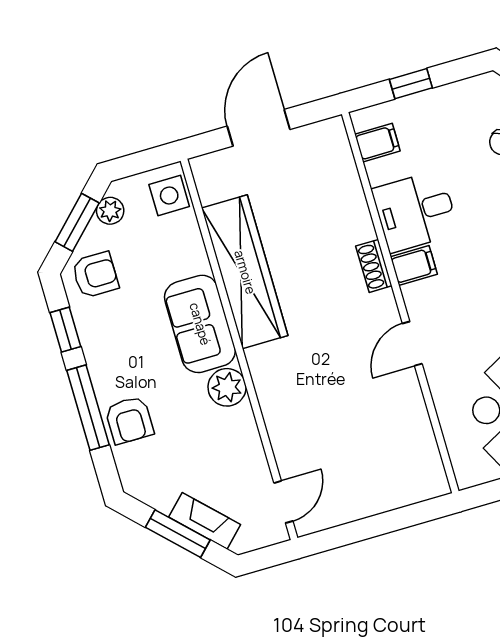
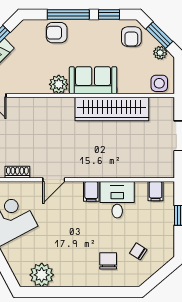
shoe rack: (374, 266) -> (17, 172), moved
door: (412, 344) -> (54, 180), swing flipped

